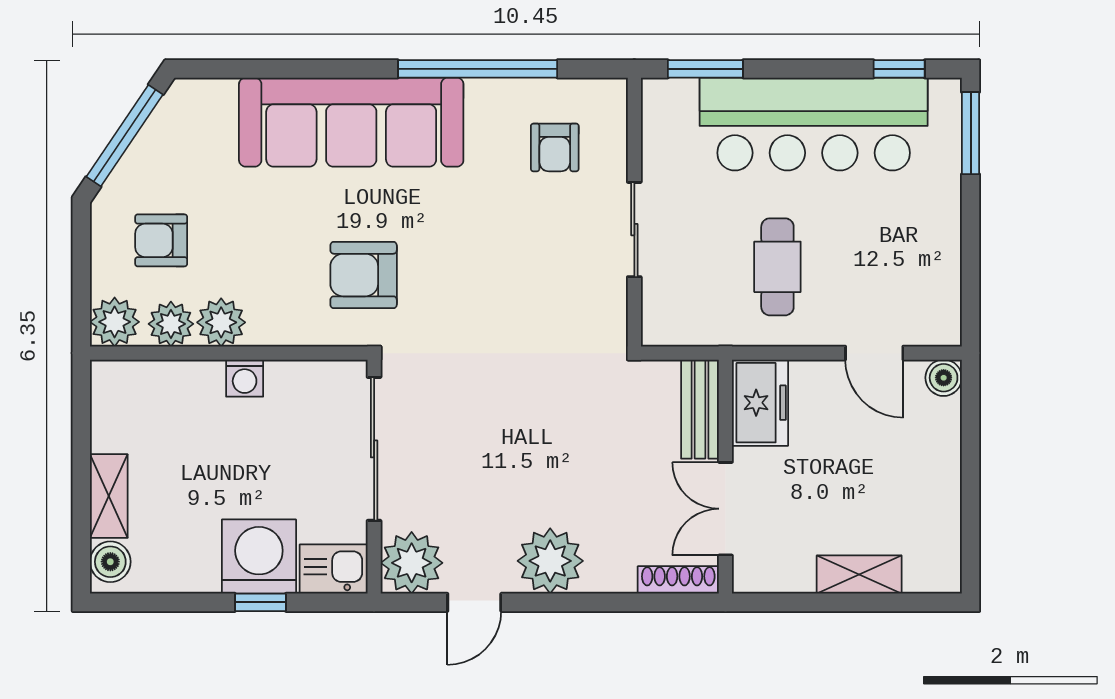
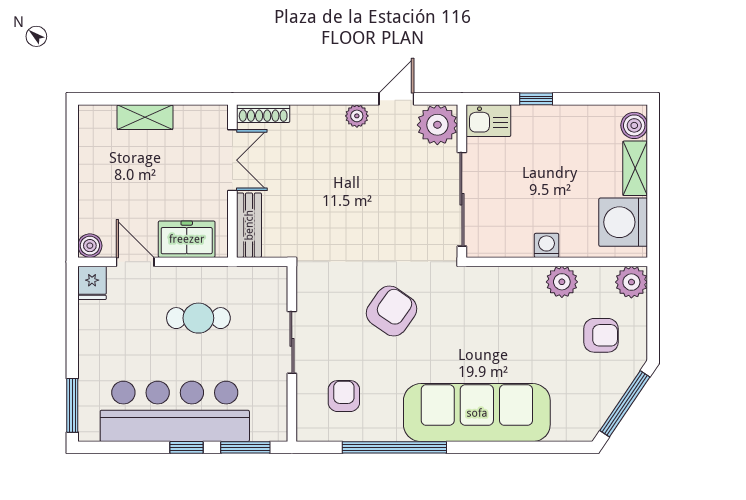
window: (899, 69) -> (187, 447), moved
cafe table: (777, 267) -> (198, 318), turned 90
armchair: (364, 275) -> (392, 311), moved, turned -55
fridge: (940, 321) -> (92, 283), added
plant: (171, 324) -> (595, 281), removed
freezer: (760, 403) -> (187, 239), moved, turned 90
washing machine: (259, 557) -> (623, 222), moved, turned 90
plant: (550, 561) -> (357, 116), width x0.53, depth x0.53

